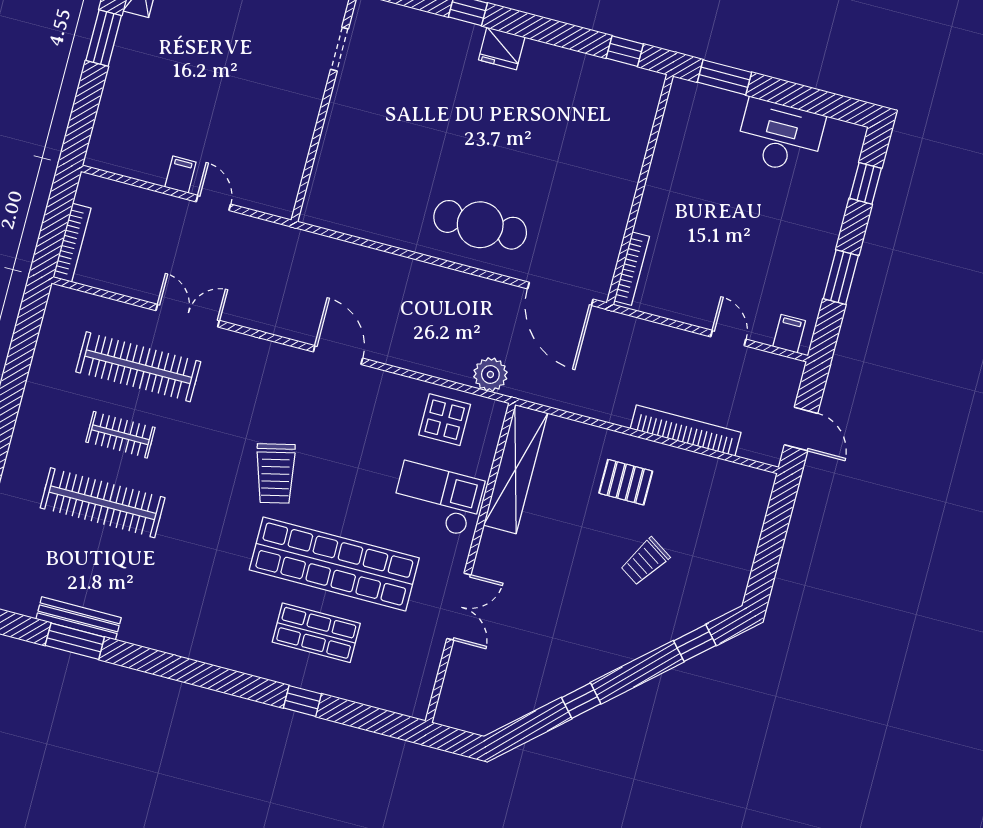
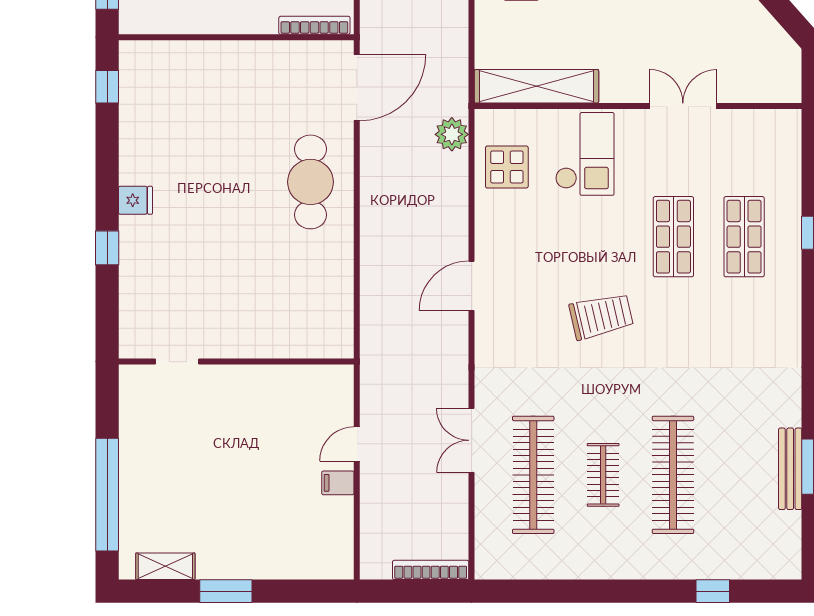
fridge: (502, 48) -> (135, 200), width x0.72
checkout: (437, 499) -> (585, 154), turned 180
shop shelf: (334, 564) -> (673, 237), width x0.50, depth x0.74

